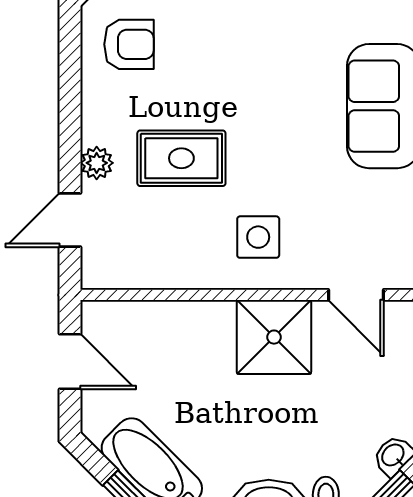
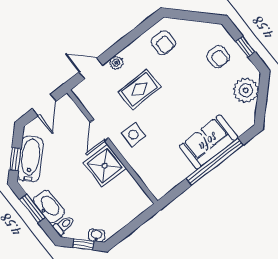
rug: (181, 158) -> (140, 89), turned 90
door: (356, 295) -> (99, 130), moved

